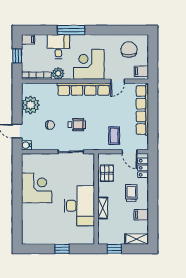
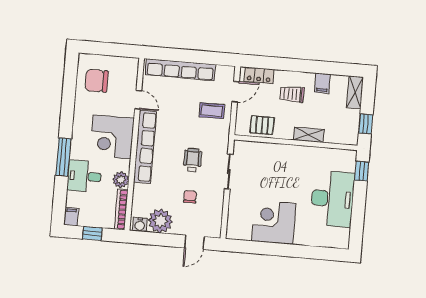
filing cabinet: (141, 71) -> (127, 66), removed
water cooler: (26, 145) -> (140, 225), moved
desk: (79, 206) -> (332, 199), moved, turned 90
window: (62, 249) -> (362, 171), moved

